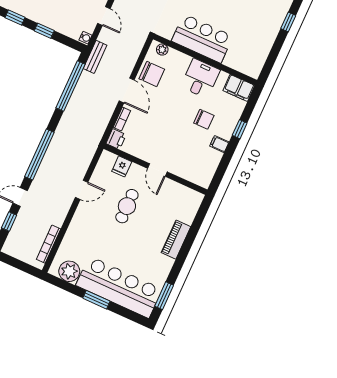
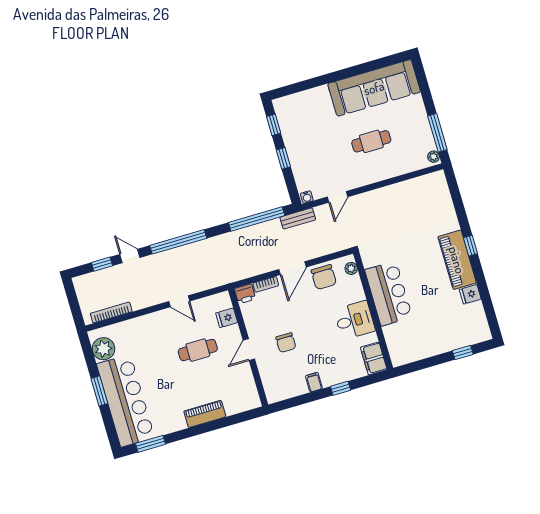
chair: (204, 119) -> (286, 343), moved

